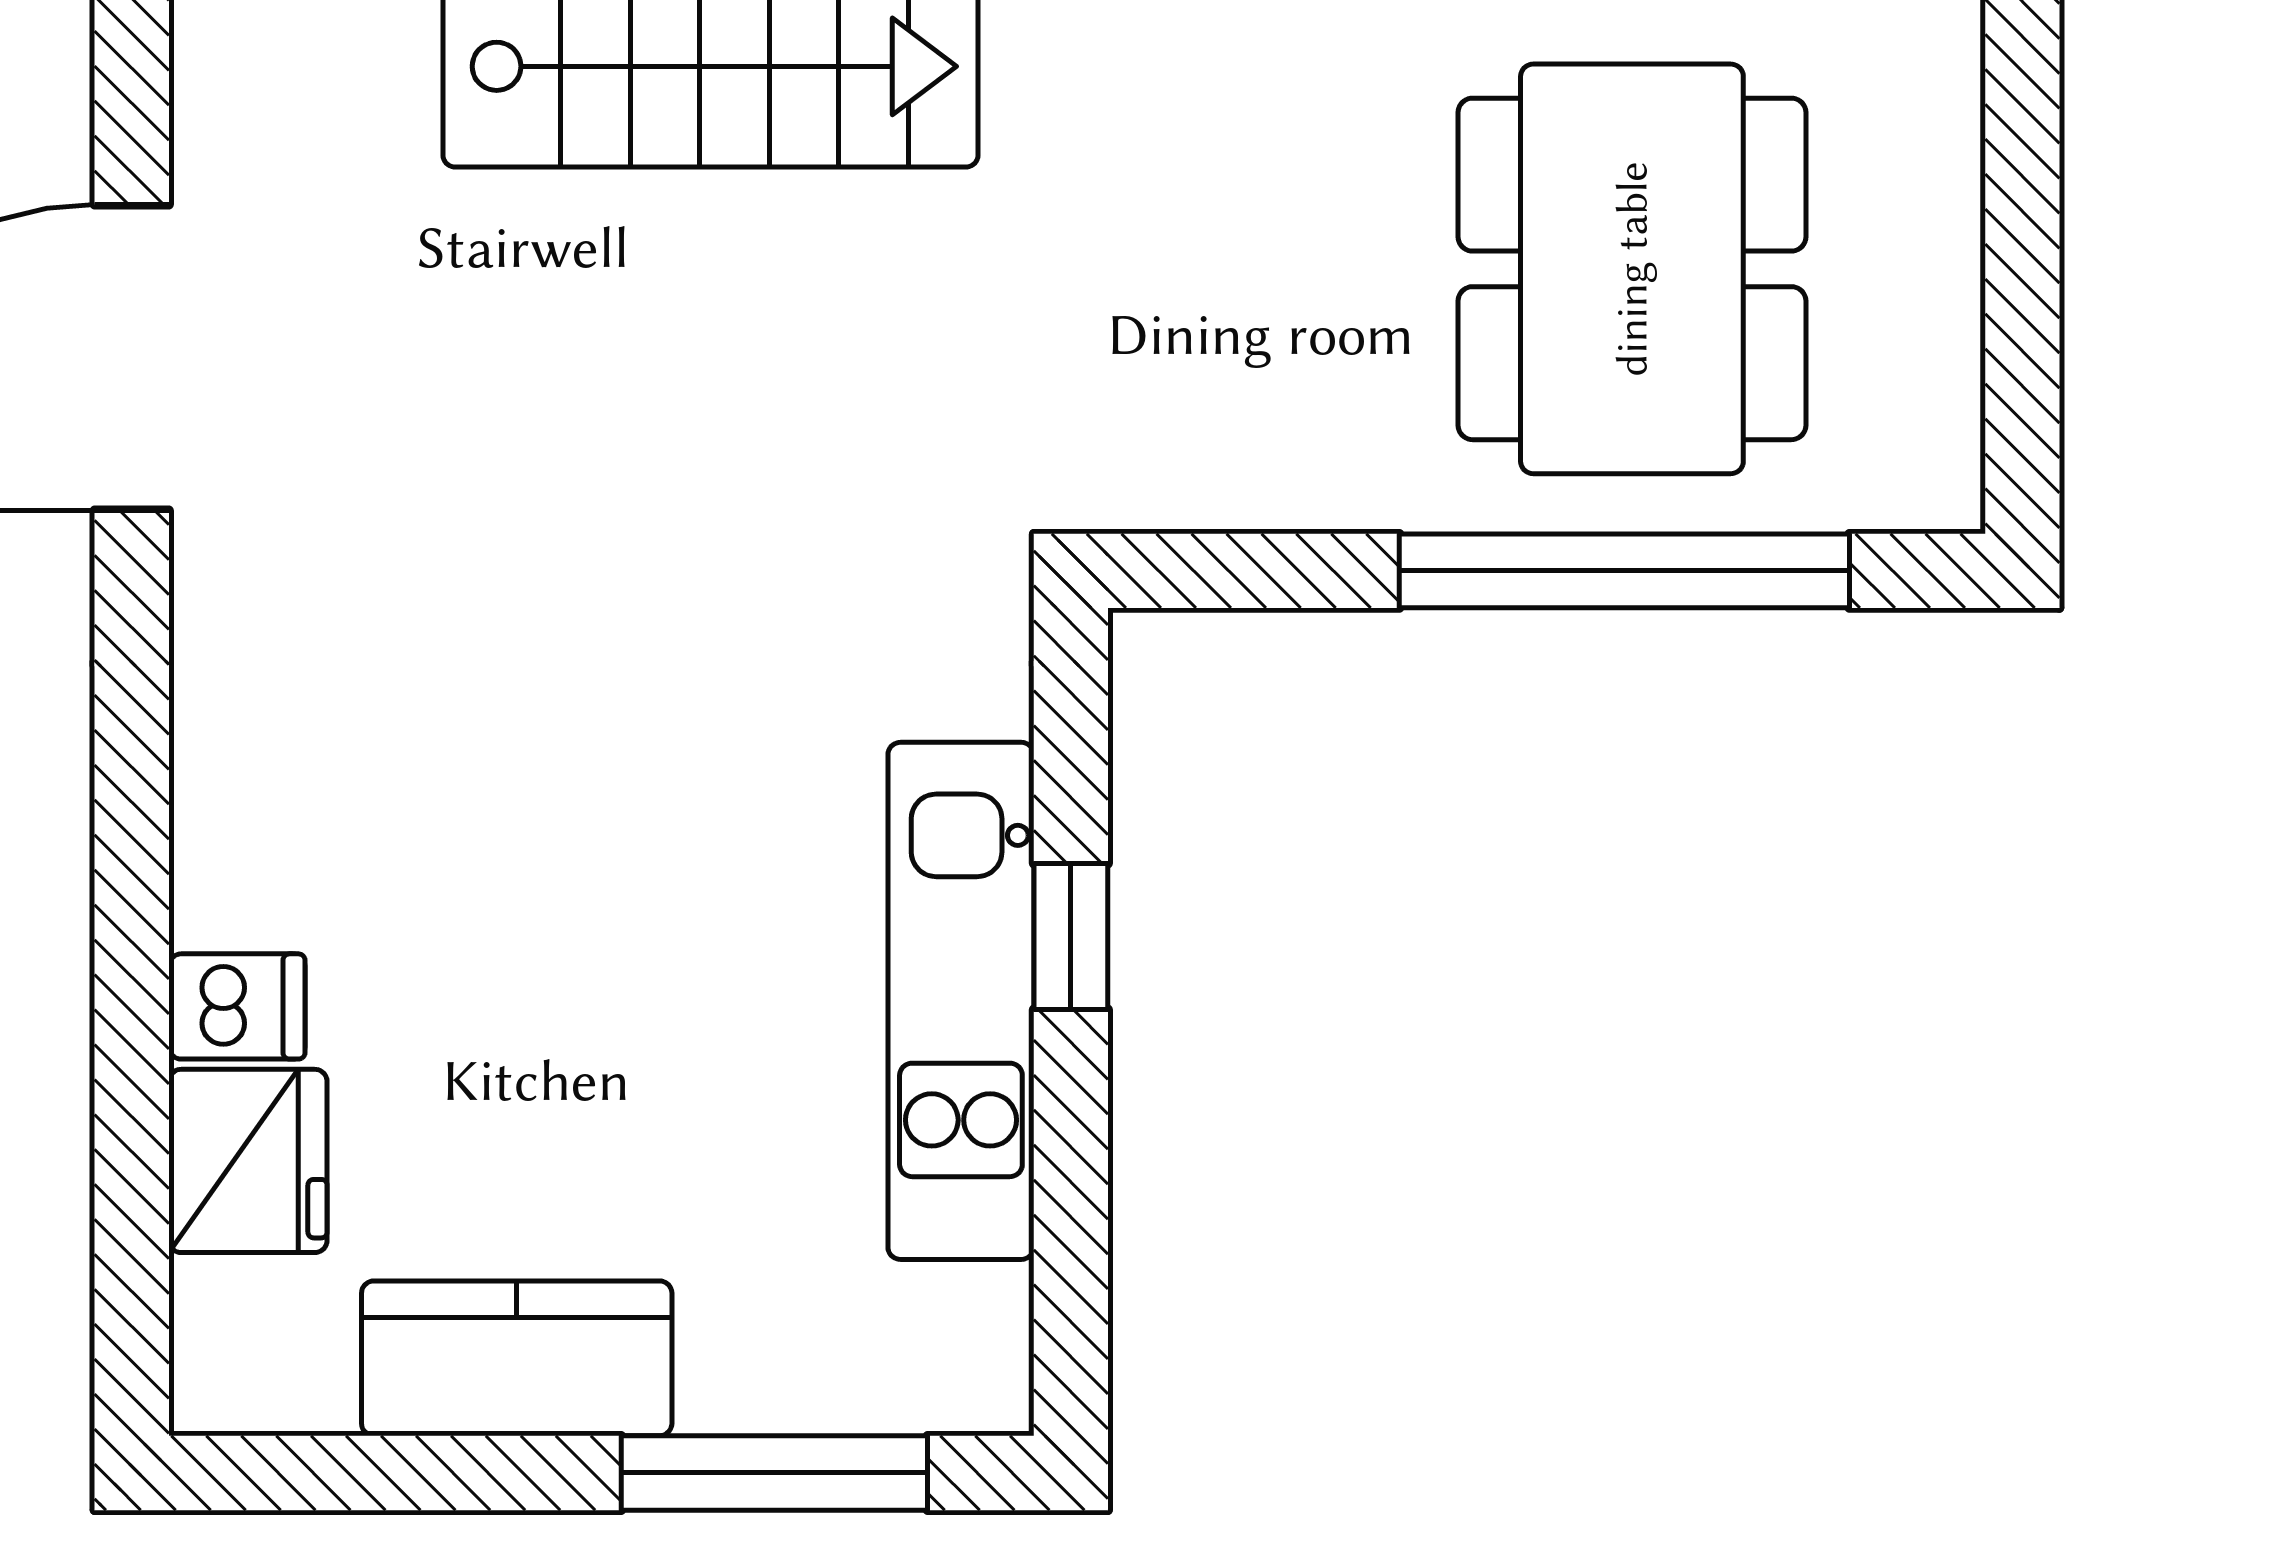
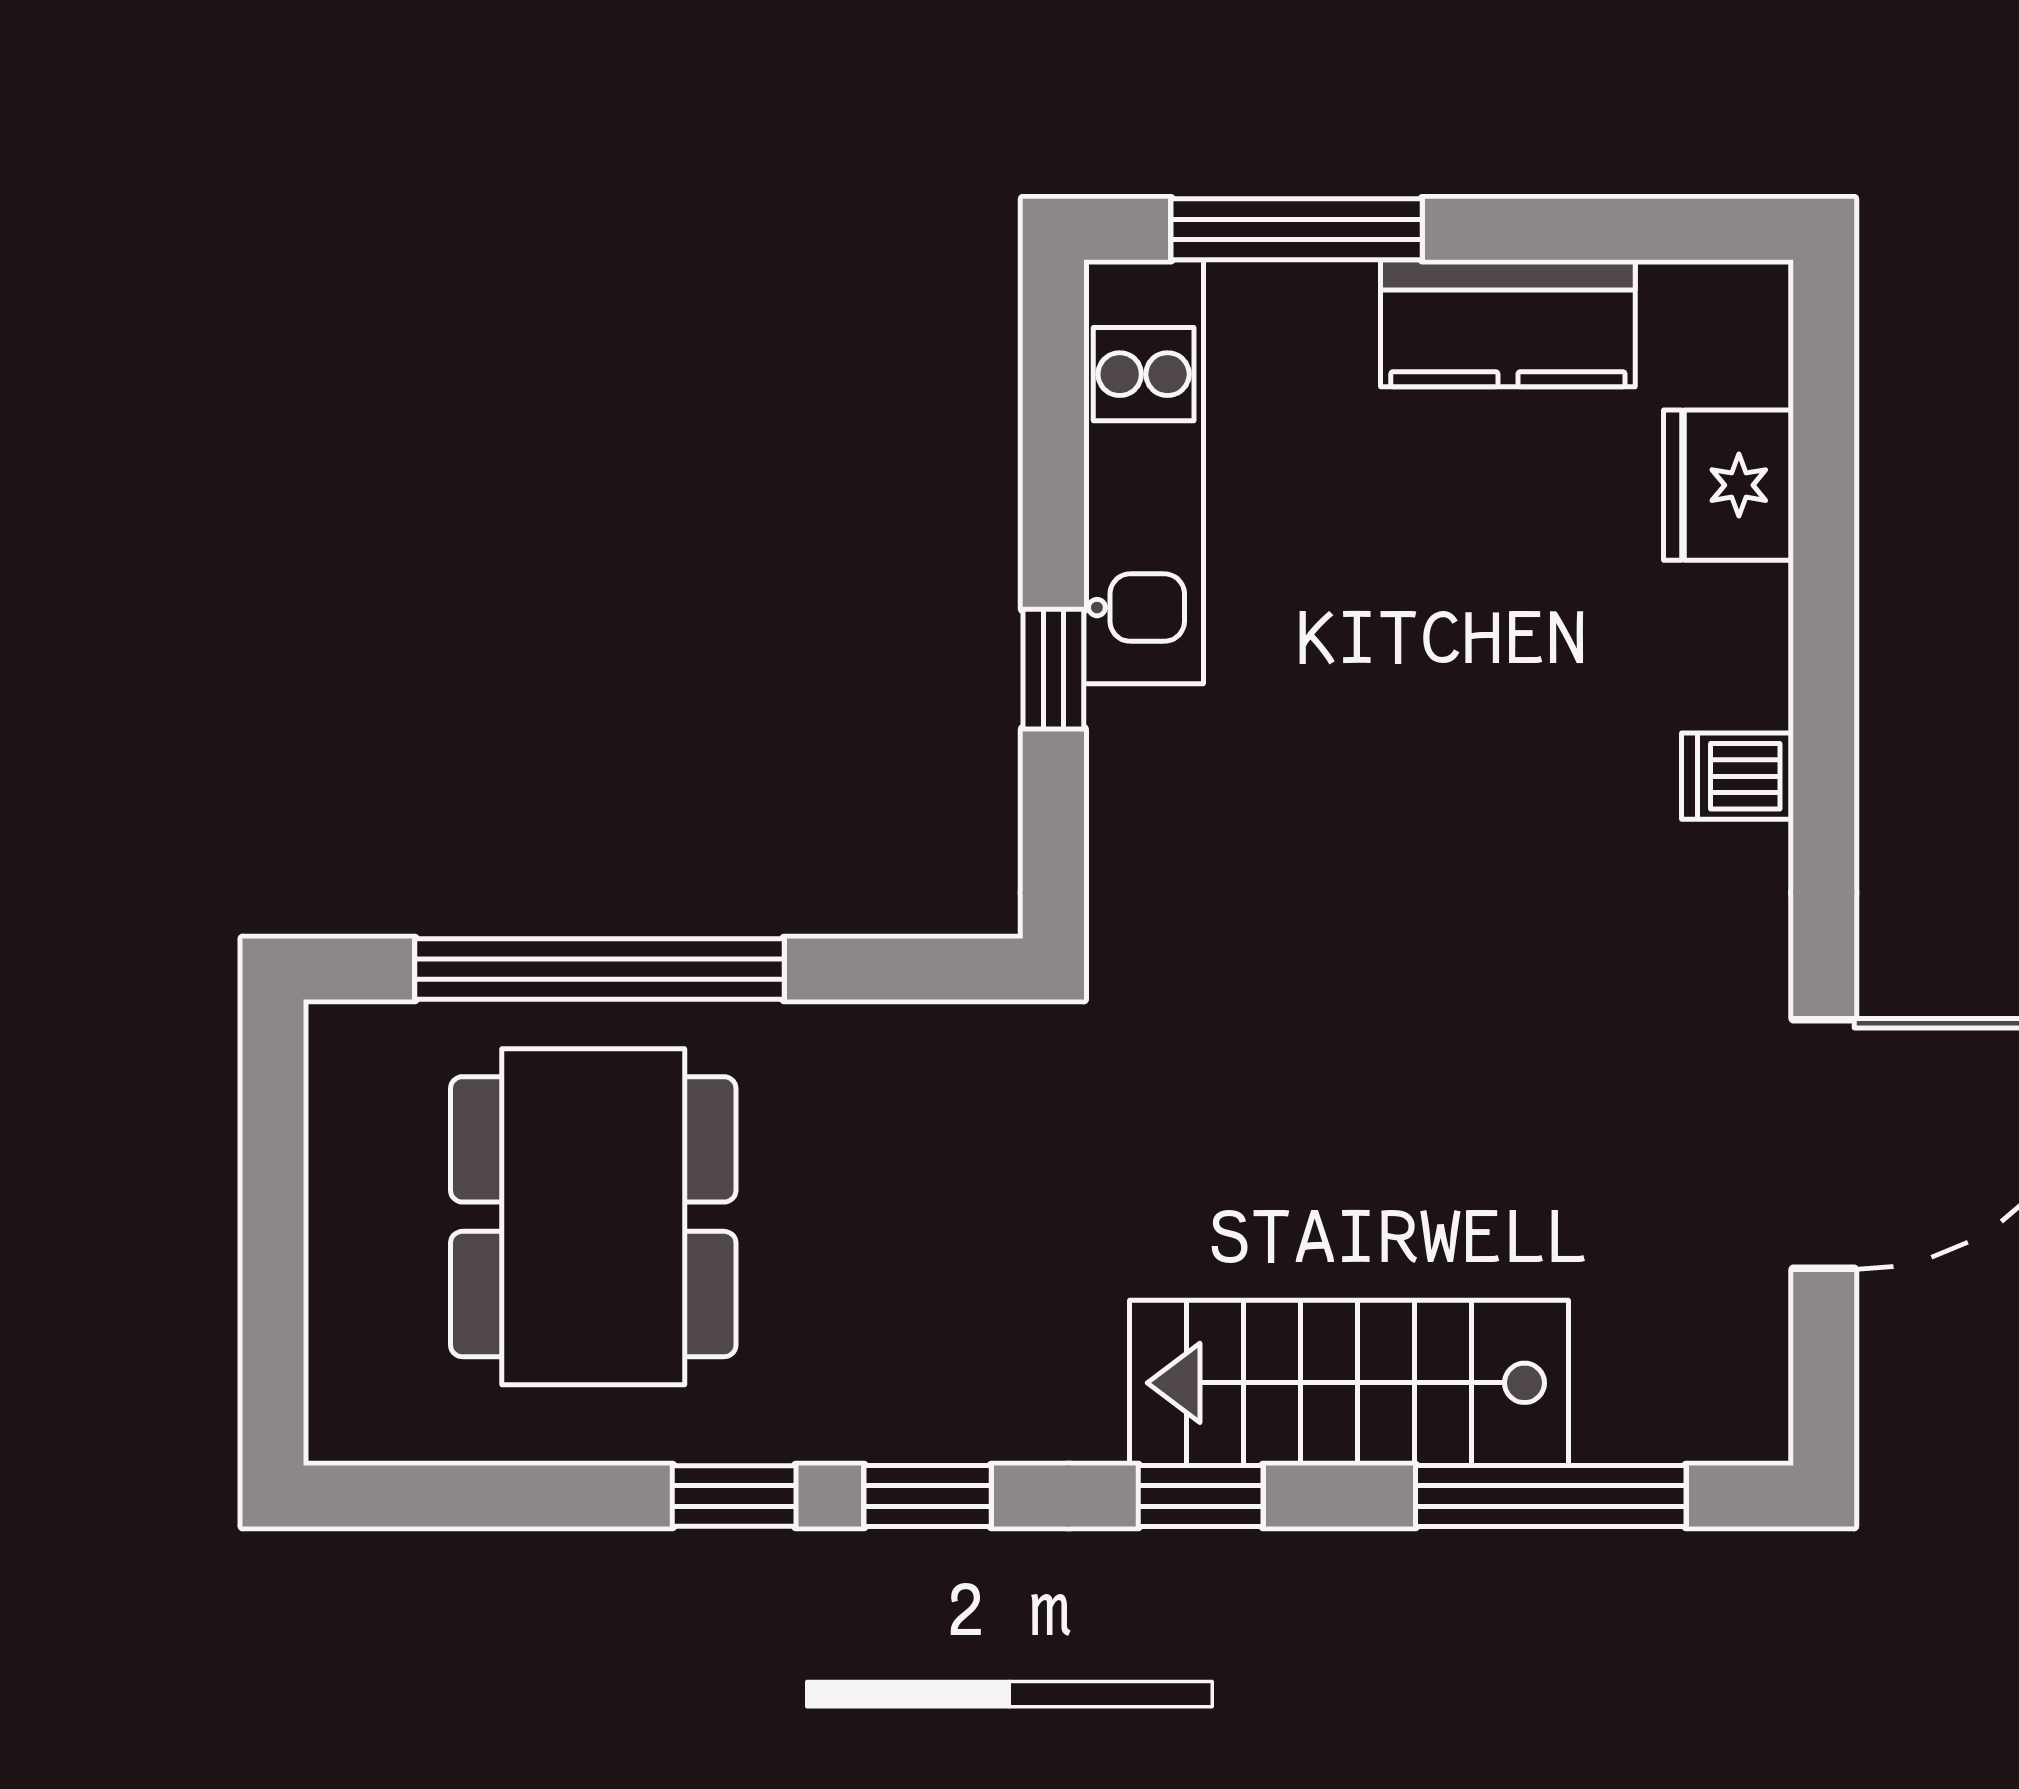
kitchen unit: (961, 1001) -> (1144, 472), moved
dishwasher: (237, 1006) -> (1737, 776), moved

